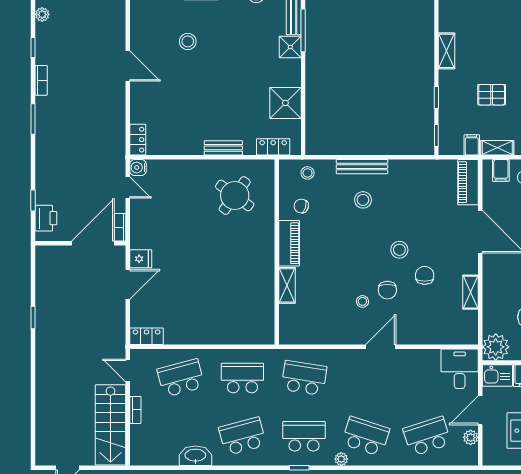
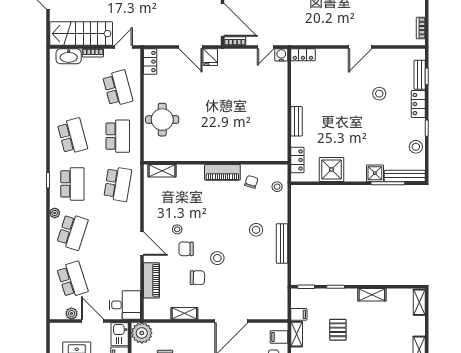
bench: (362, 167) -> (282, 244), moved
piano: (468, 182) -> (152, 280), moved, turned 90
round table: (235, 195) -> (162, 120), moved, turned -36
shelving: (287, 285) -> (162, 171), moved
washbasin: (195, 456) -> (69, 56), moved, turned 90

